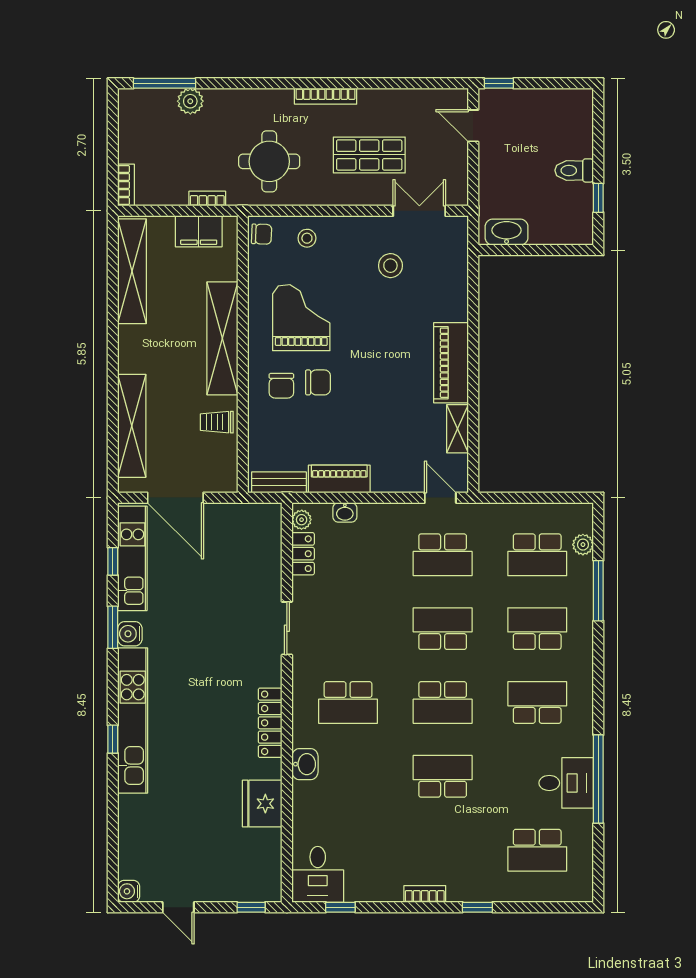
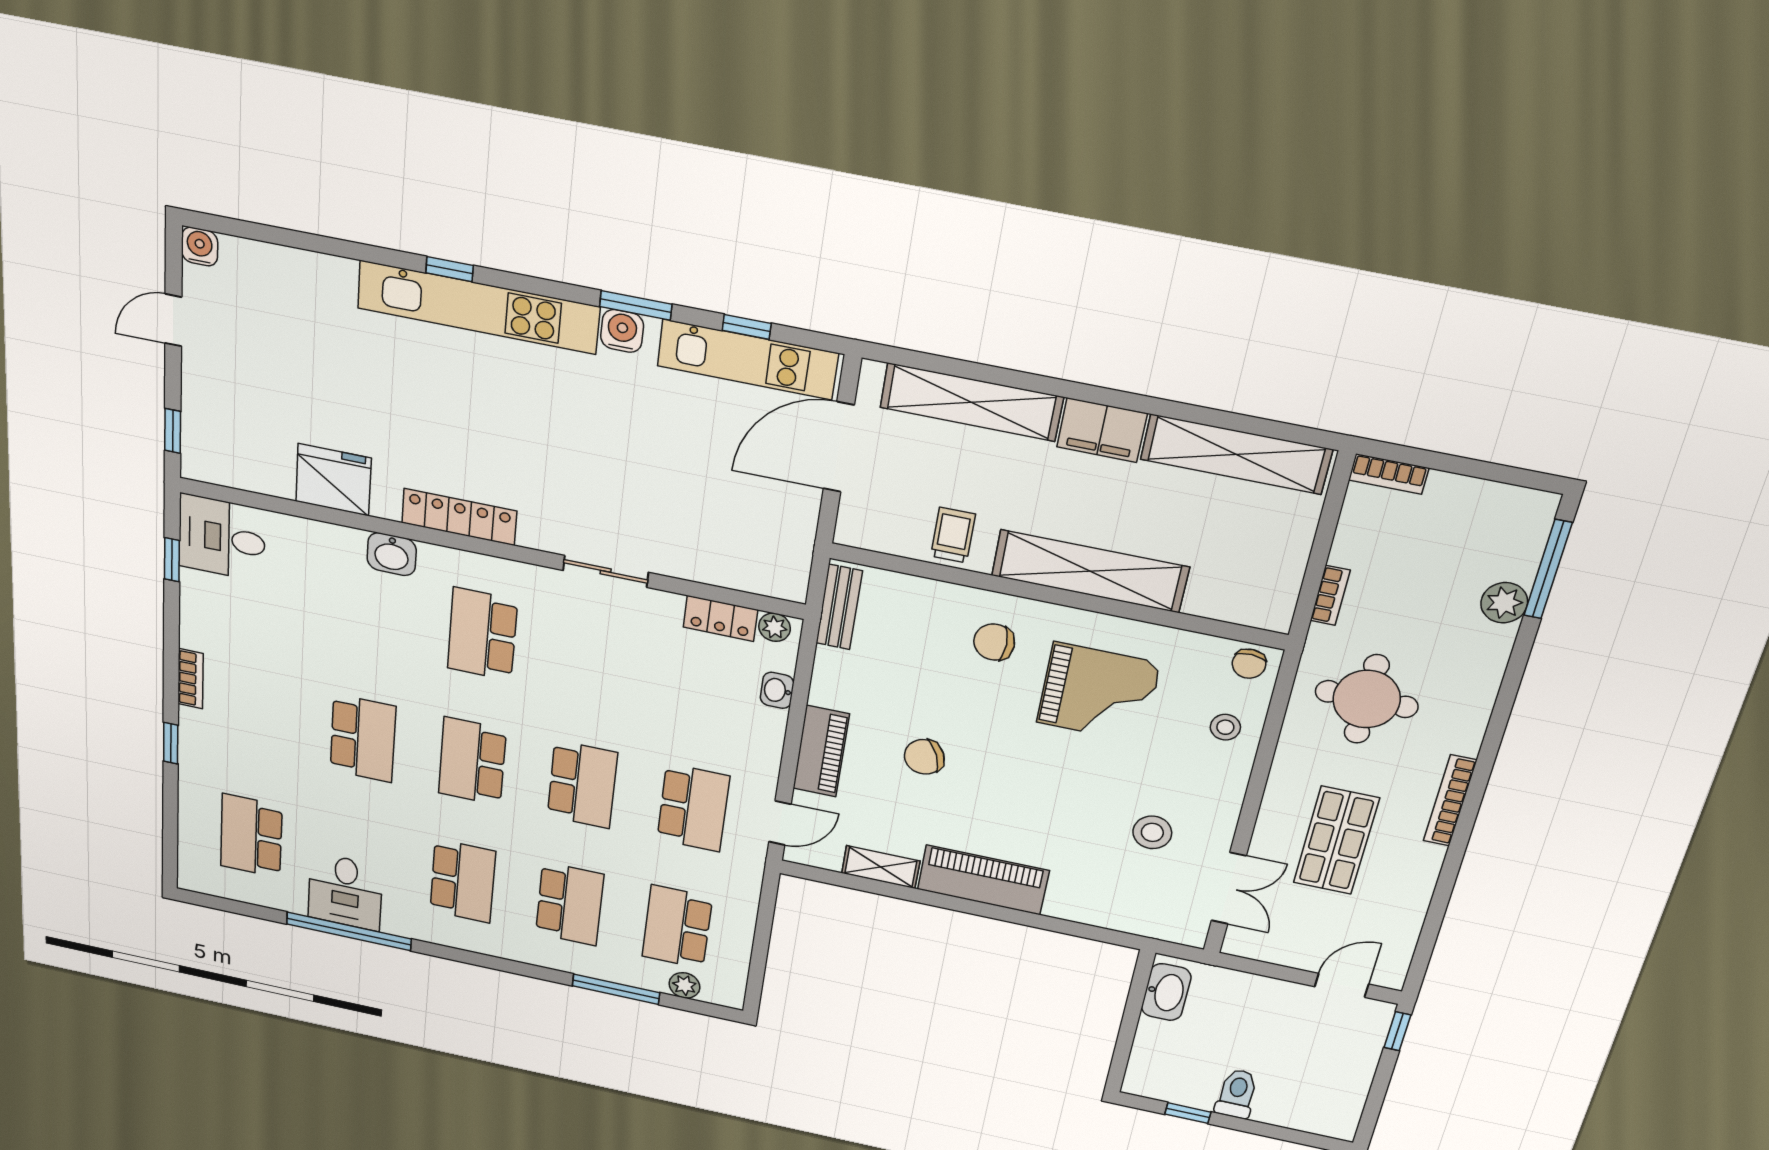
filing cabinet: (199, 231) -> (1102, 430), moved, turned -90
chair: (318, 382) -> (924, 757), moved, turned 66
piano: (339, 479) -> (821, 751), moved
school desk: (443, 555) -> (693, 808), turned 180

